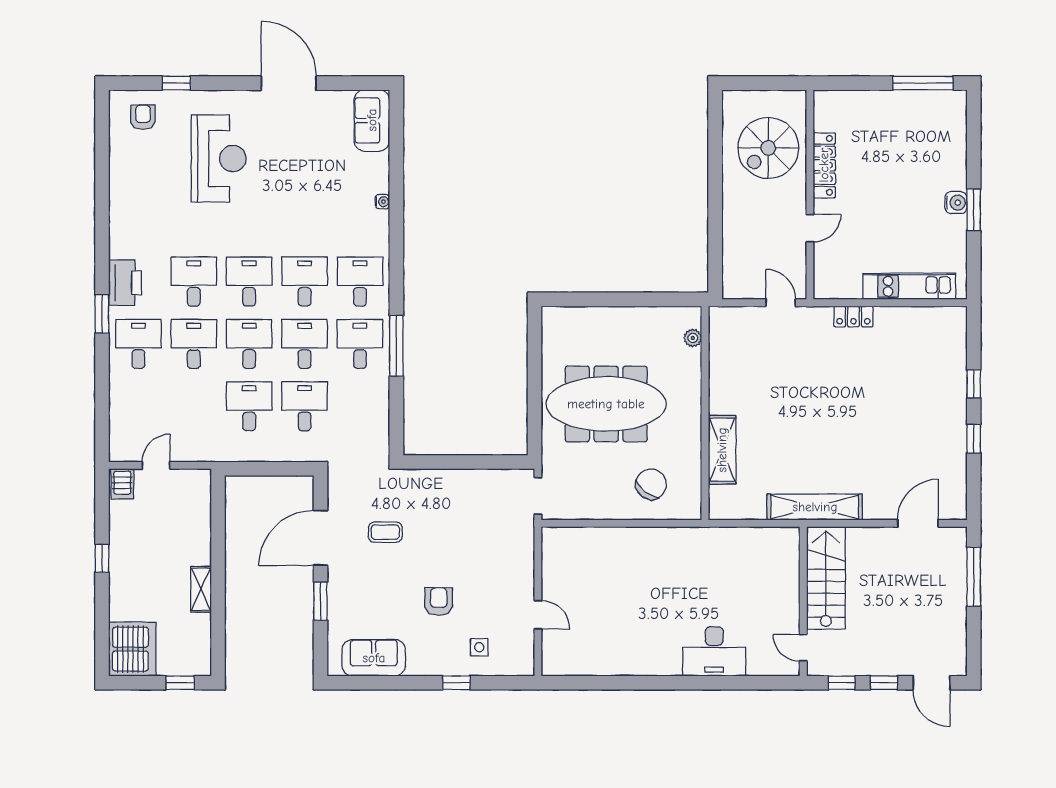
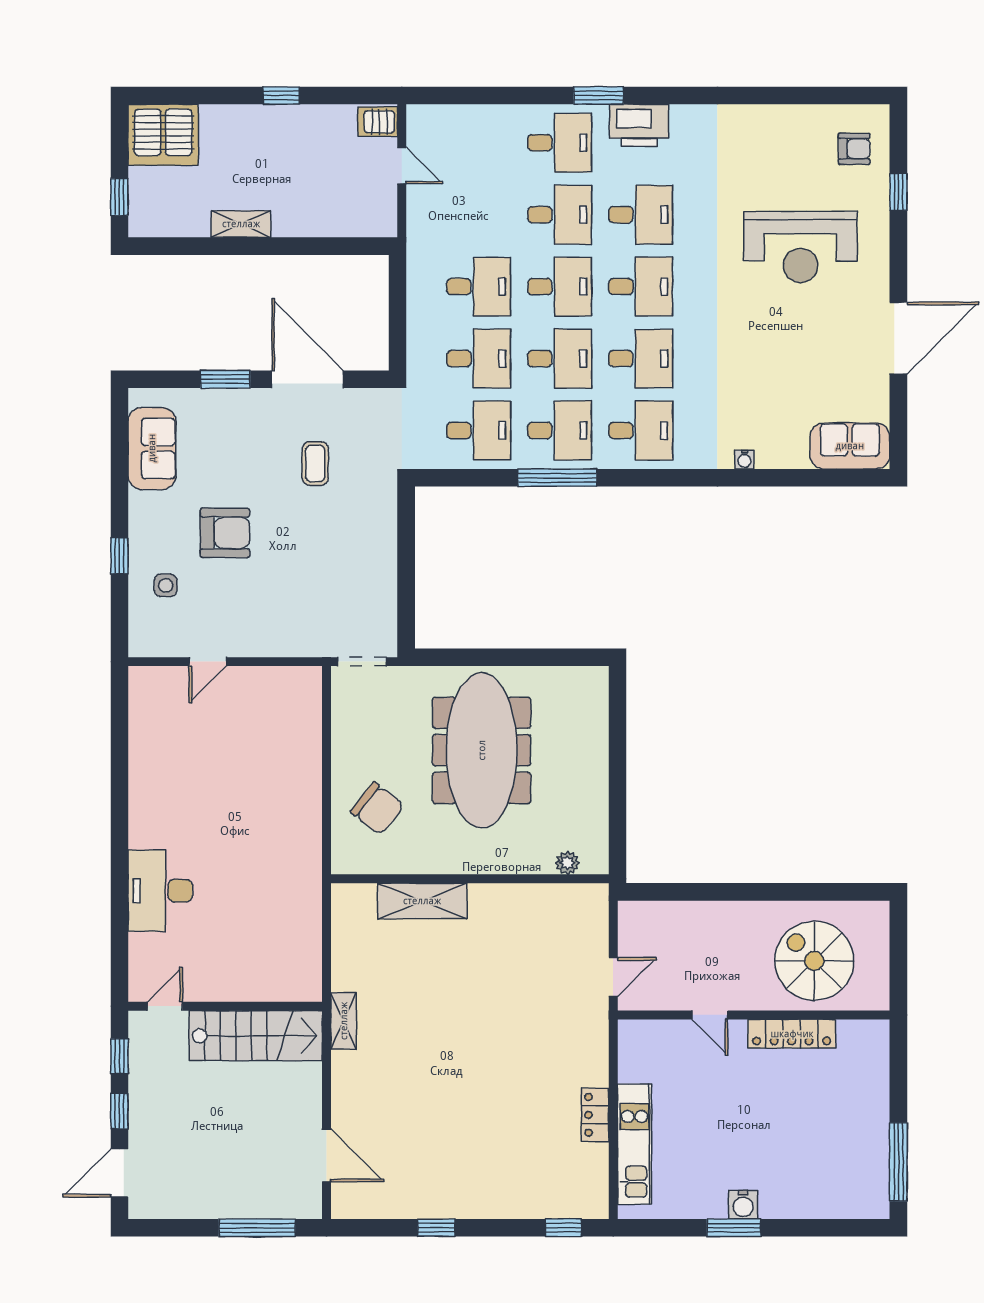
locker: (853, 316) -> (595, 1115), moved
window: (974, 384) -> (563, 1228), moved
desk: (360, 406) -> (479, 431), added
shelving: (815, 507) -> (344, 1021), width x0.45, depth x0.75
armchair: (439, 602) -> (225, 533), width x1.38, depth x1.38

